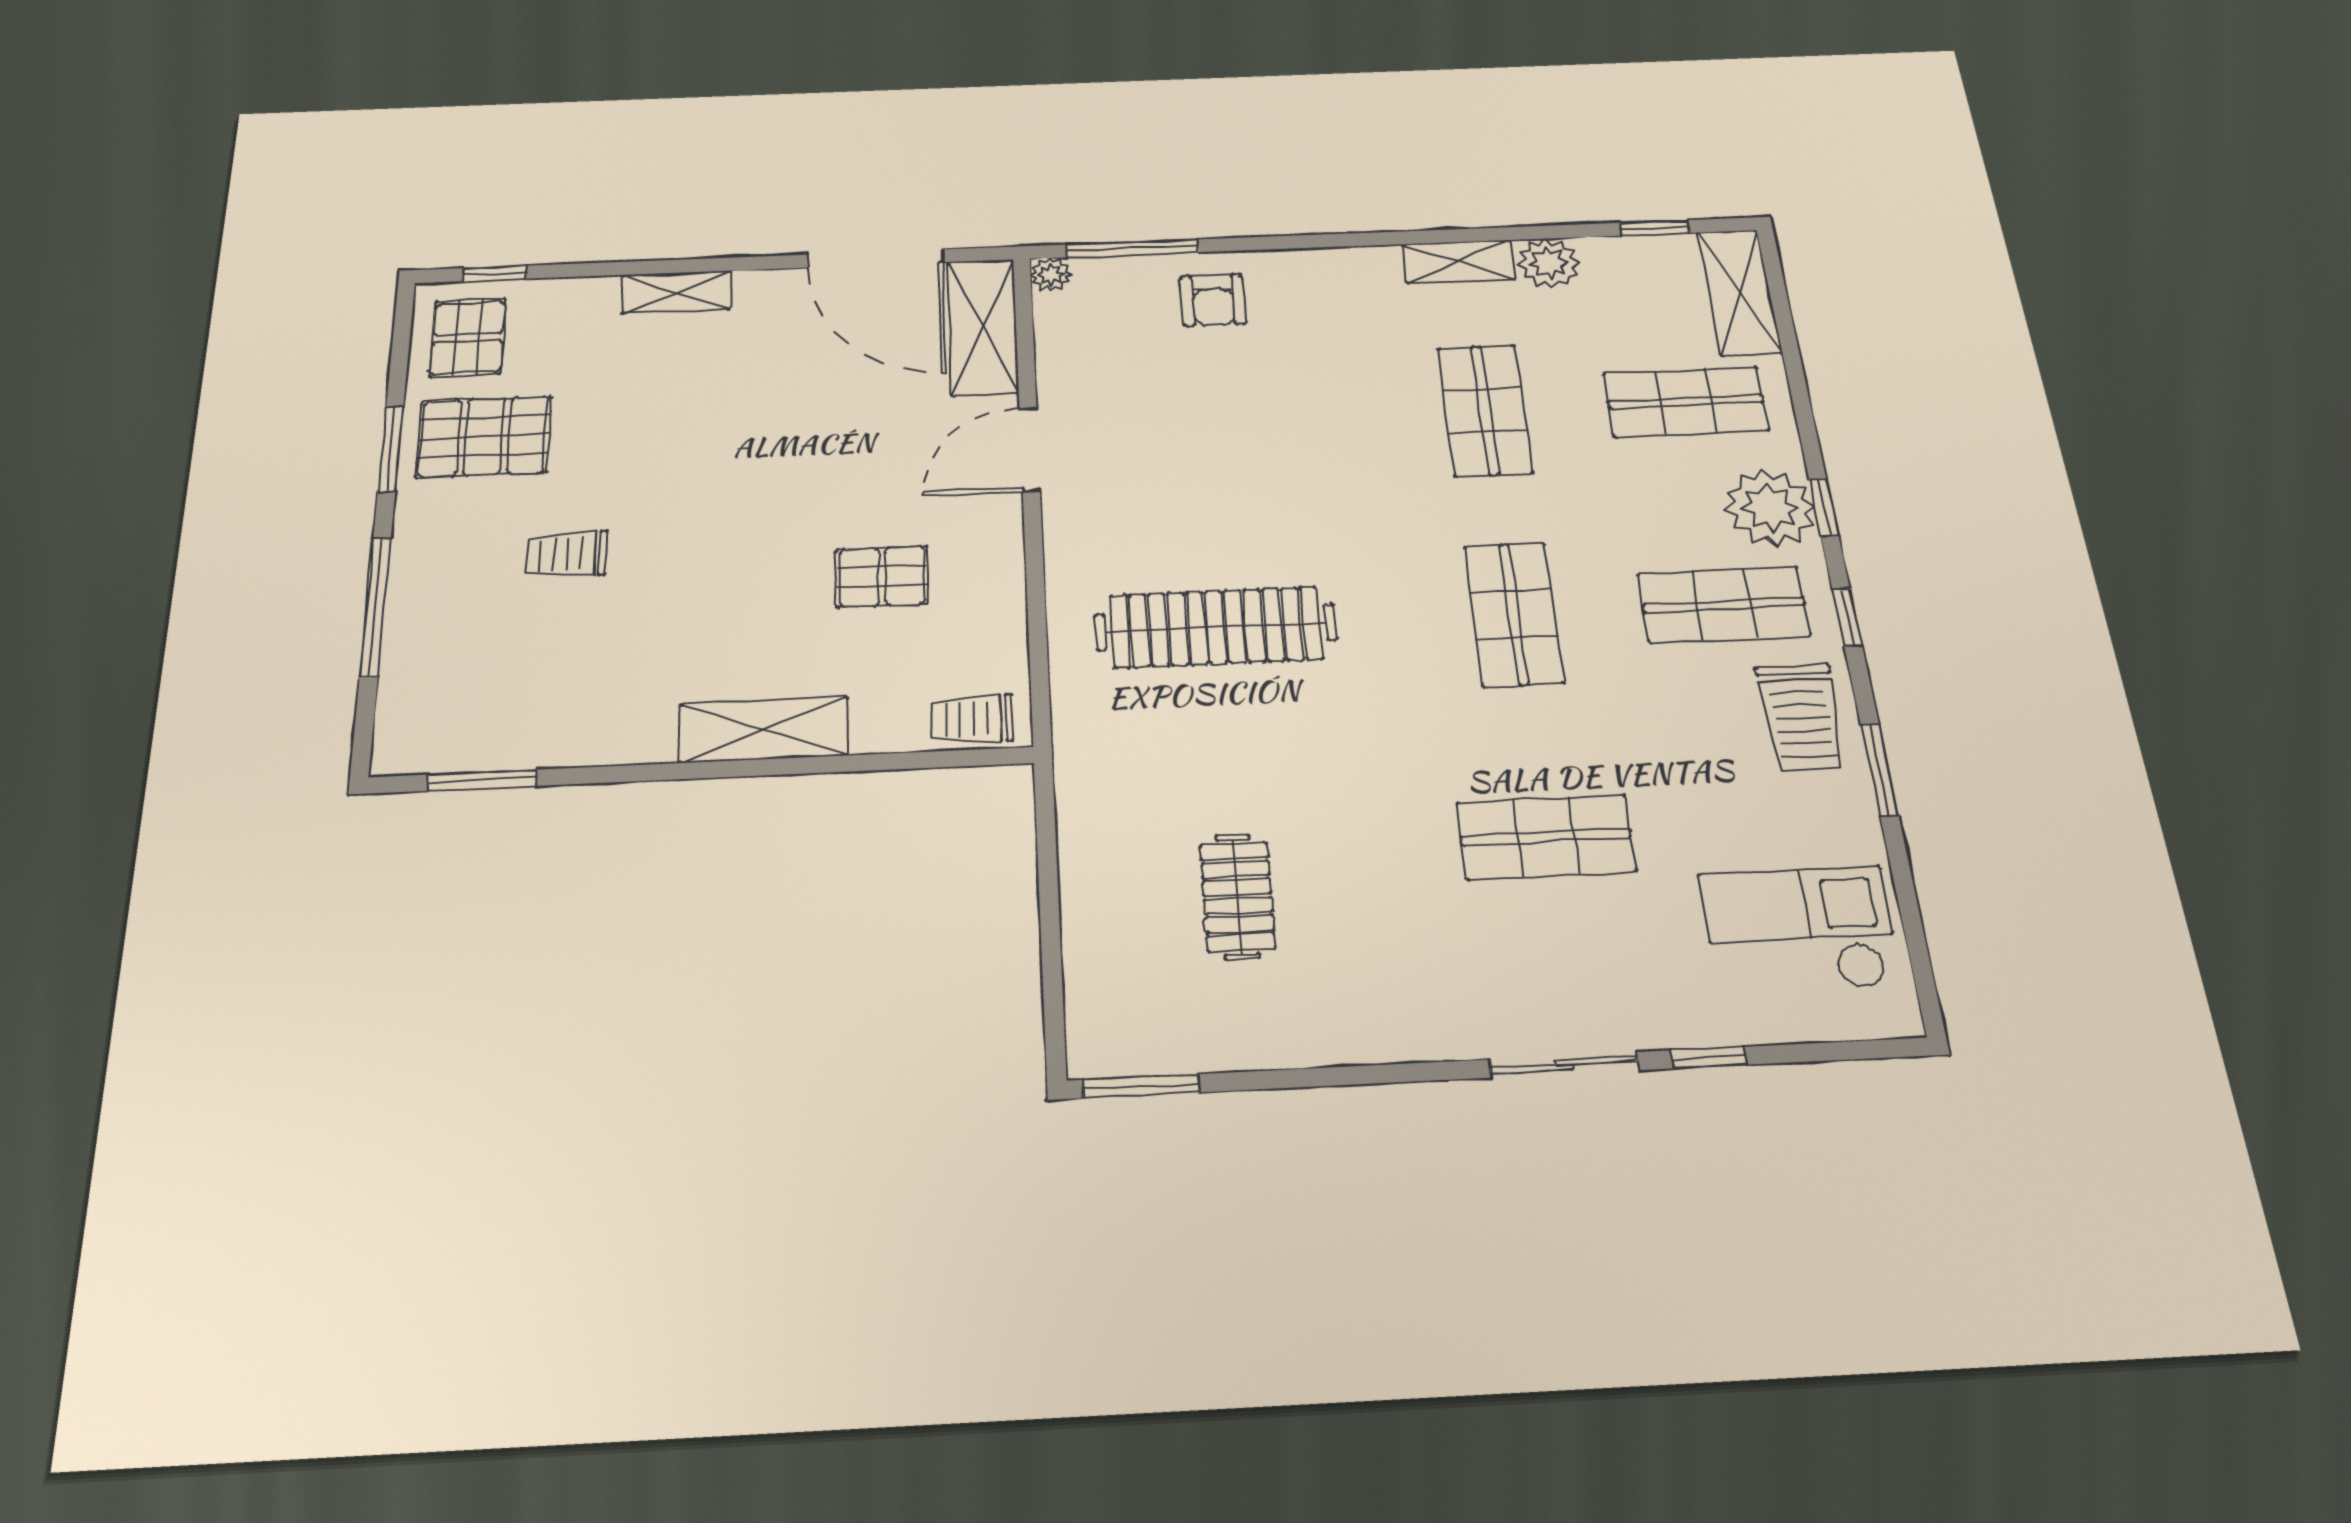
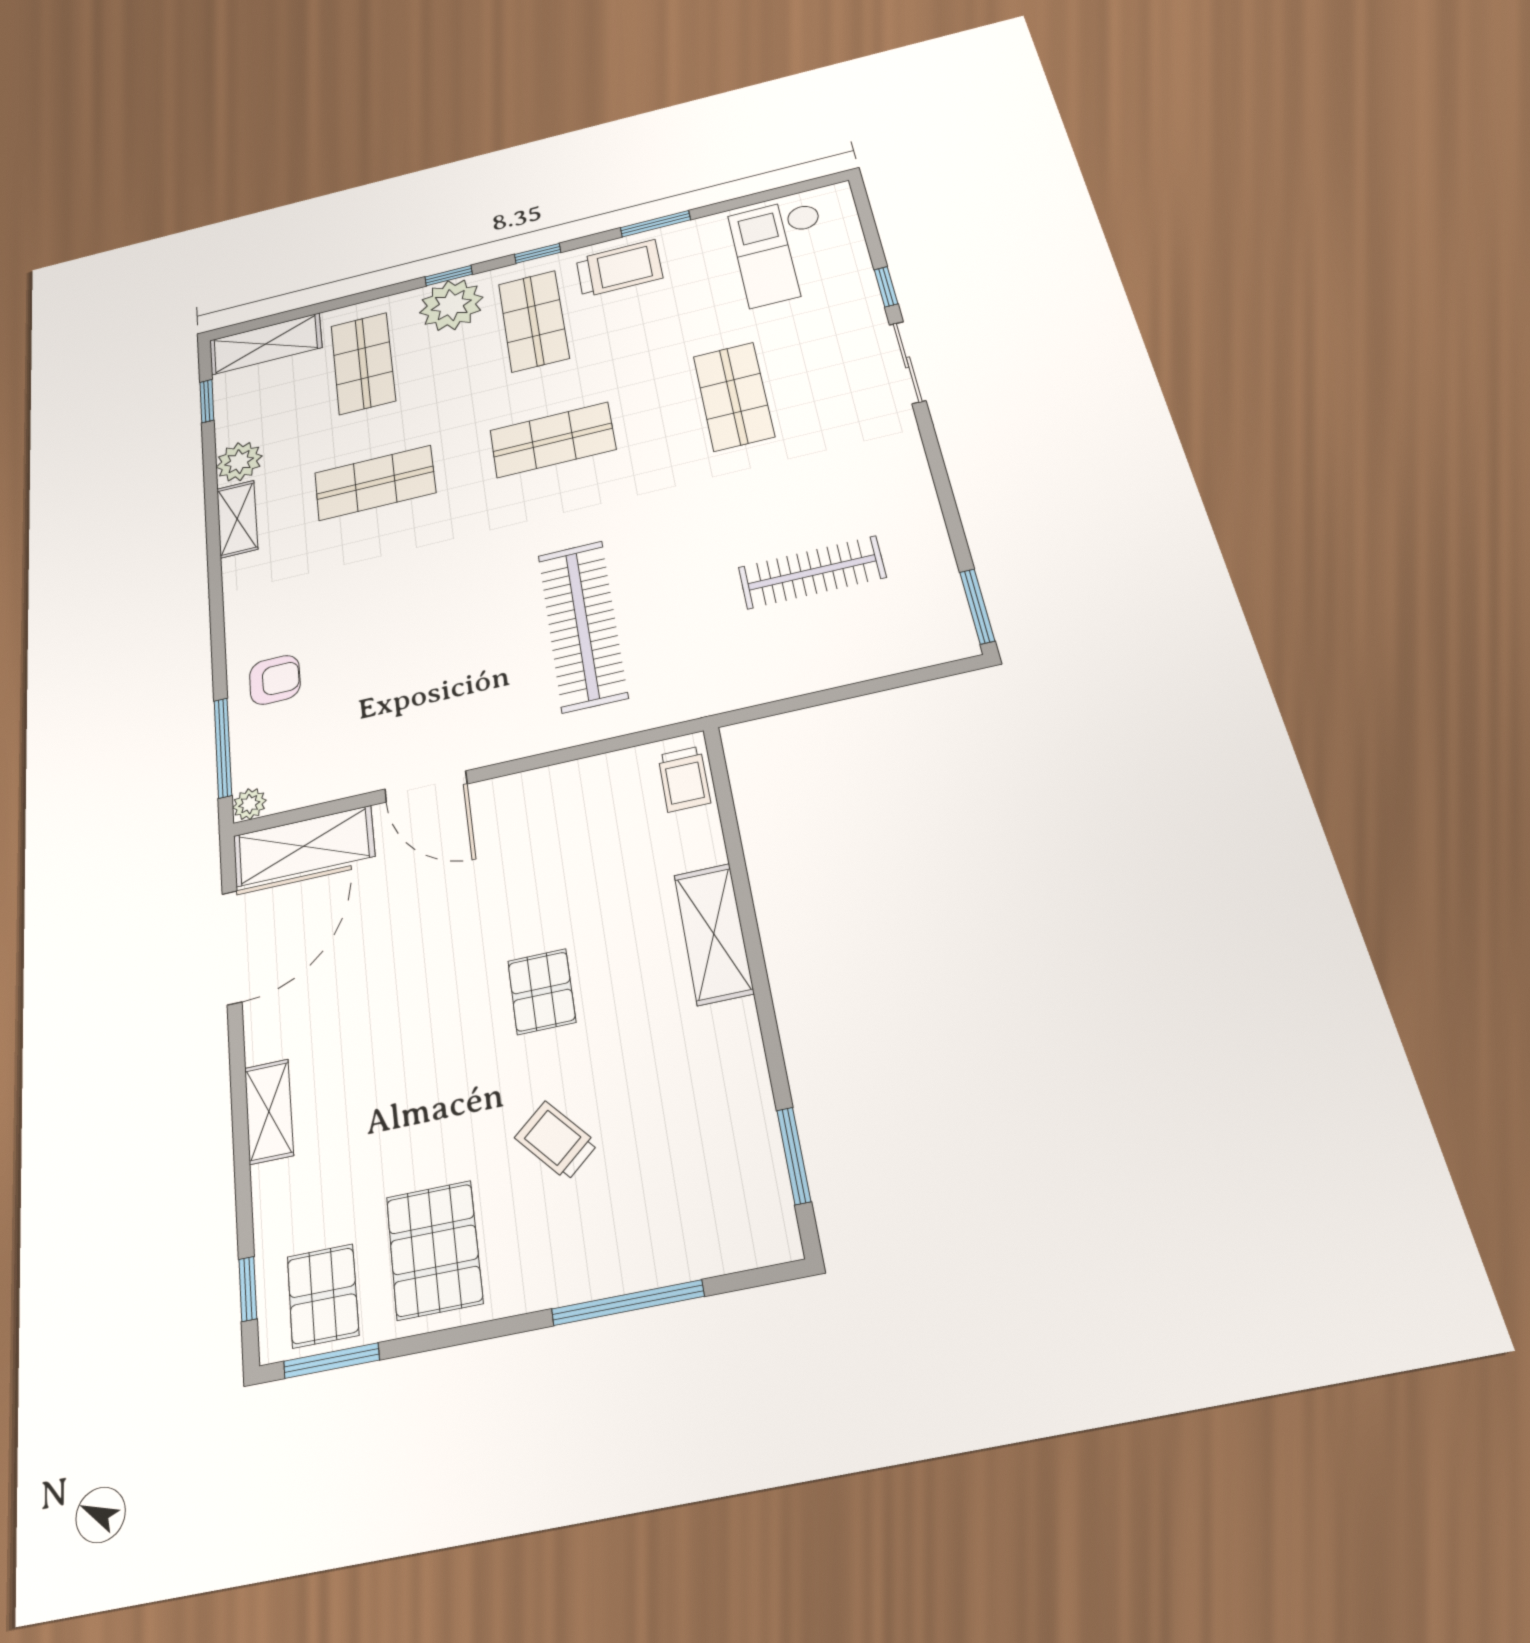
pallet: (468, 338) -> (323, 1296), turned 90
window: (391, 449) -> (331, 1361), moved
trolley: (566, 554) -> (556, 1141), turned 139
pallet: (882, 576) -> (542, 992), moved
clothes rail: (1237, 897) -> (812, 572), width x1.36

